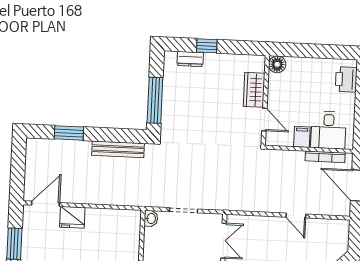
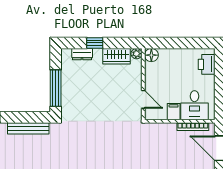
plant: (259, 62) -> (137, 54), added
wardrobe: (254, 90) -> (116, 56), moved, turned -90

